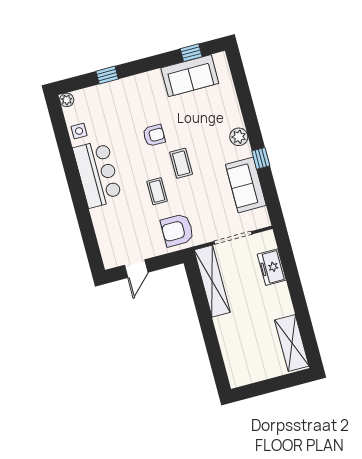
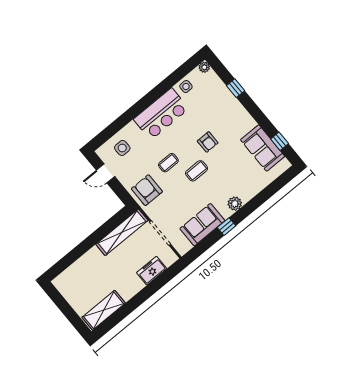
side table: (116, 236) -> (122, 148), added

